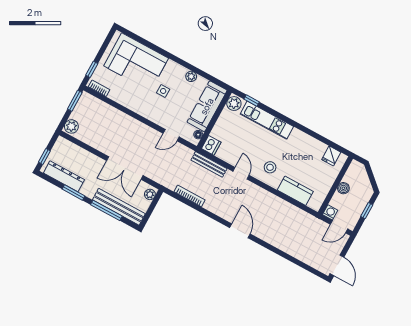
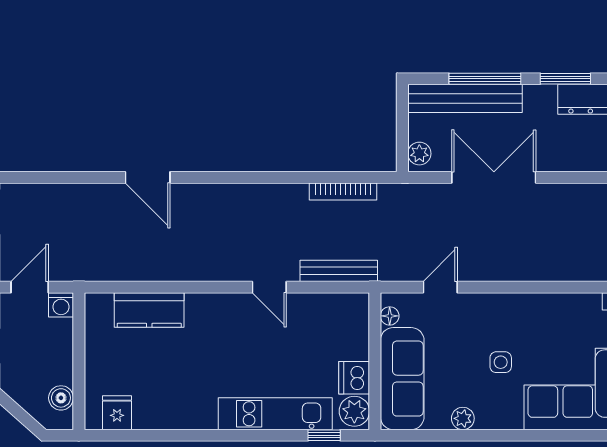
dishwasher: (211, 145) -> (354, 378), moved
stool: (270, 167) -> (221, 328), removed
boiler: (343, 188) -> (61, 398), moved
door: (240, 231) -> (148, 177), moved

